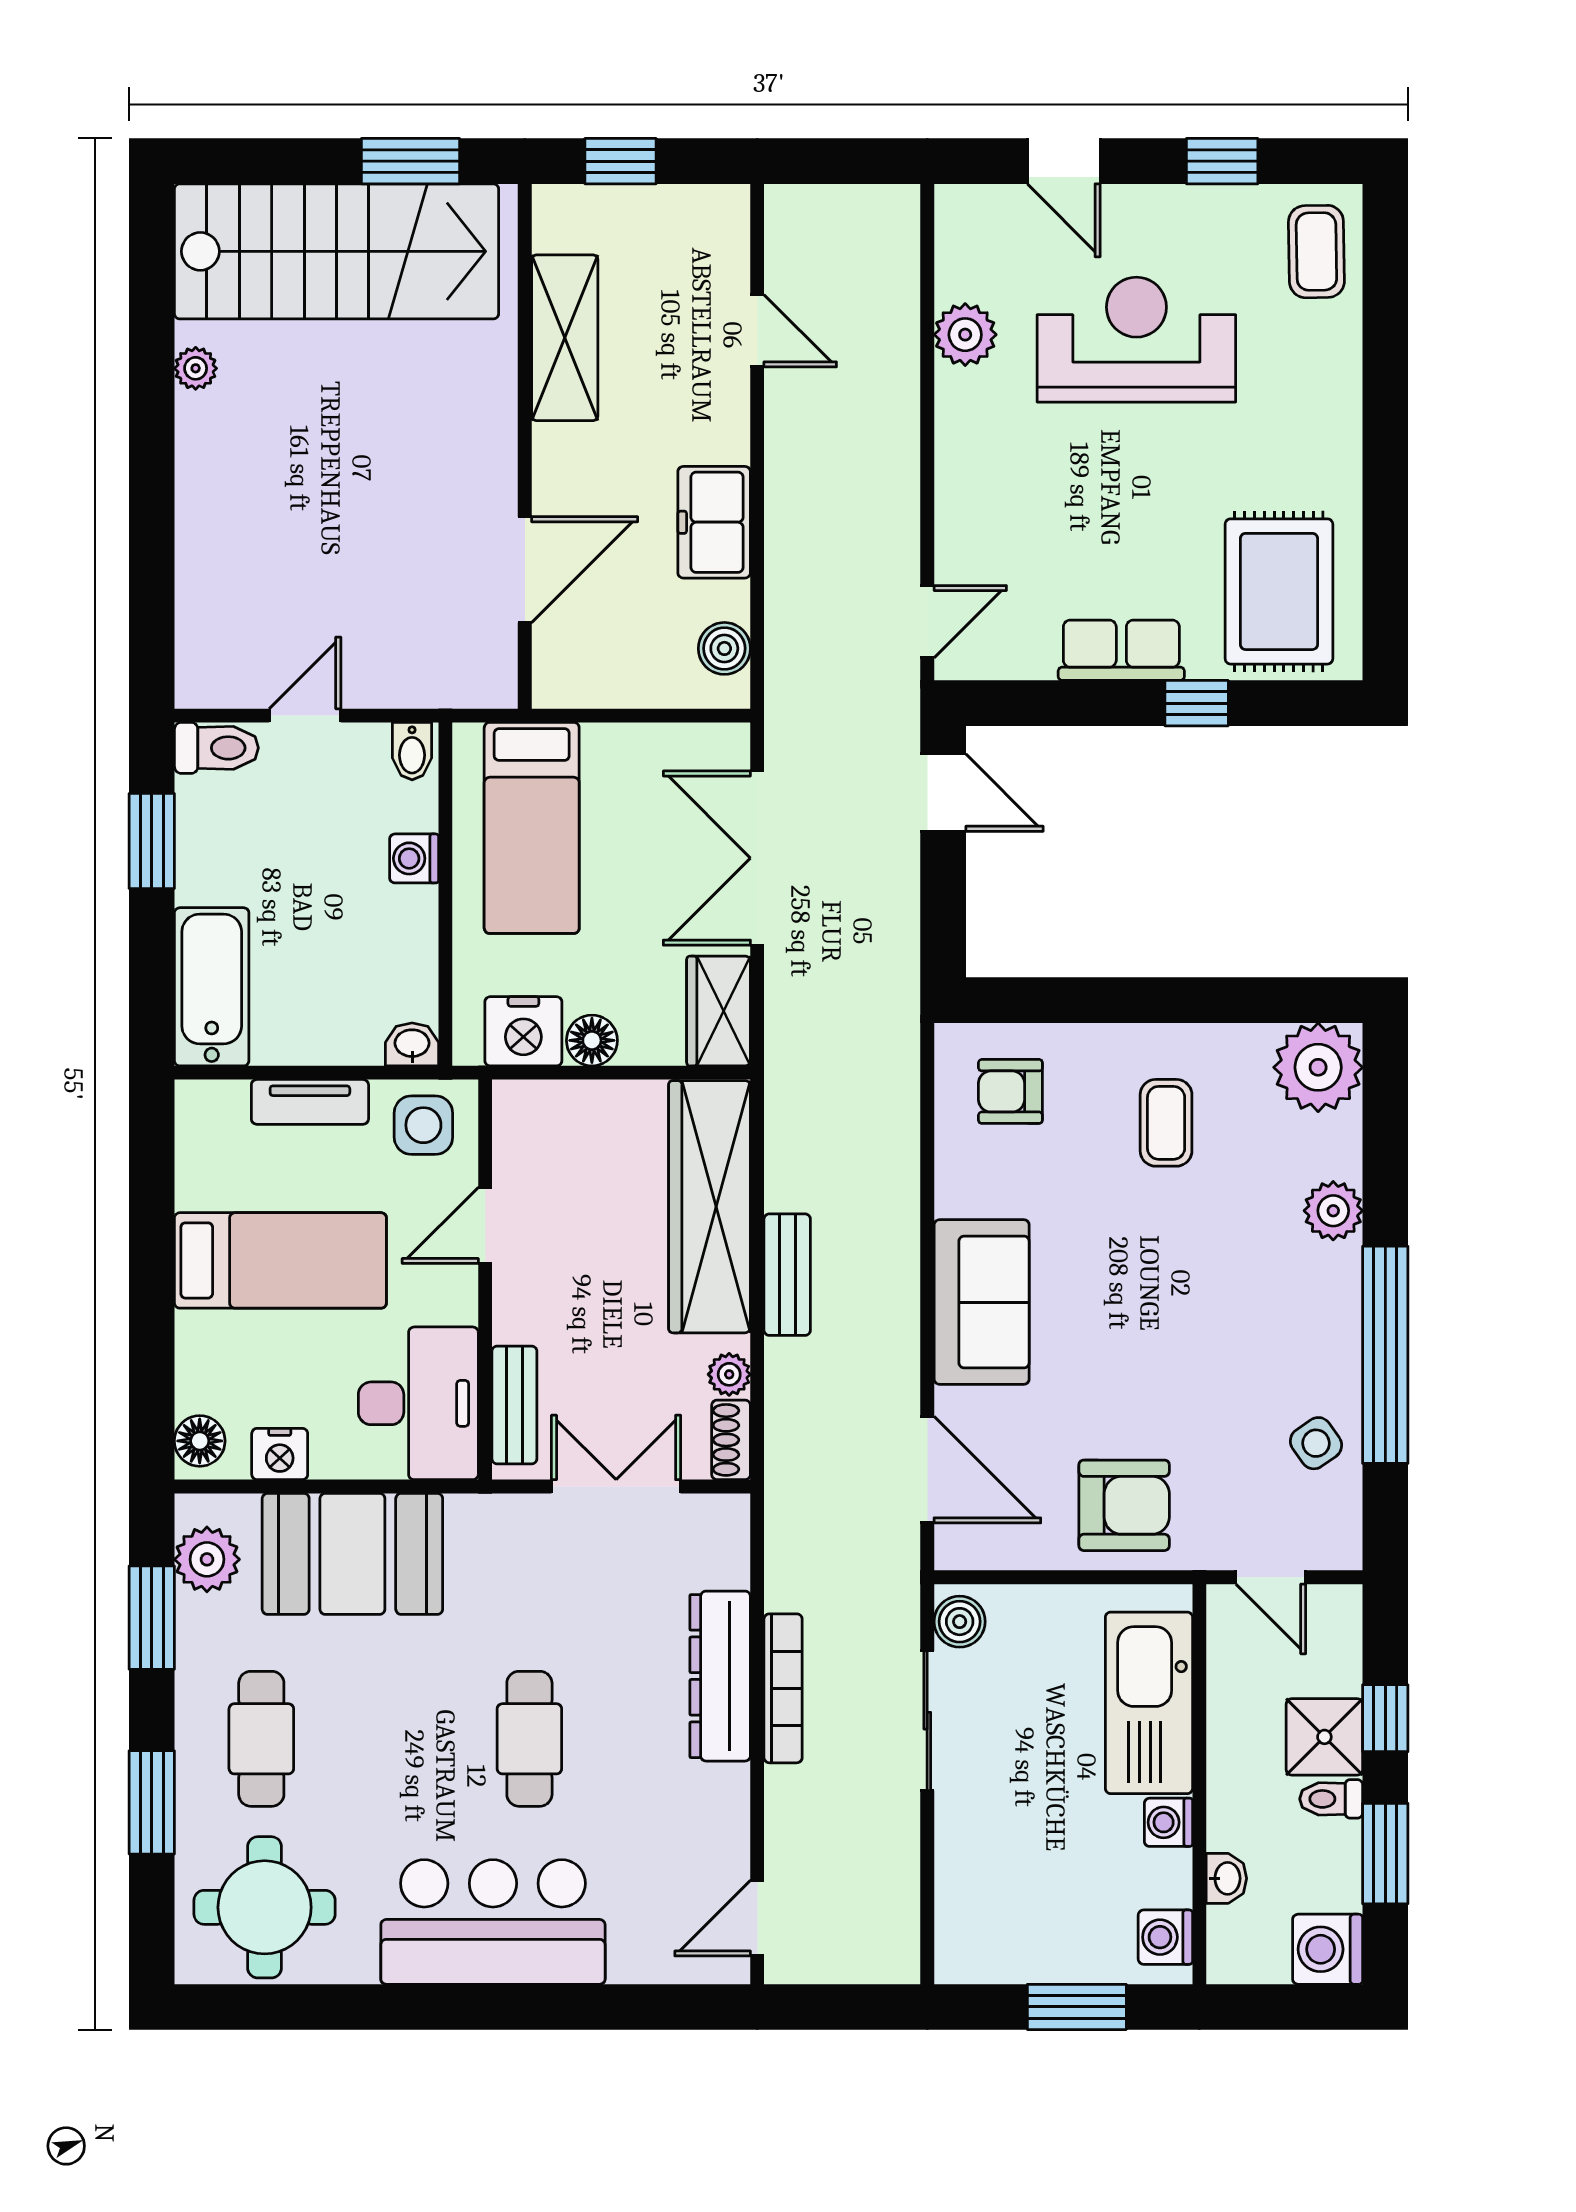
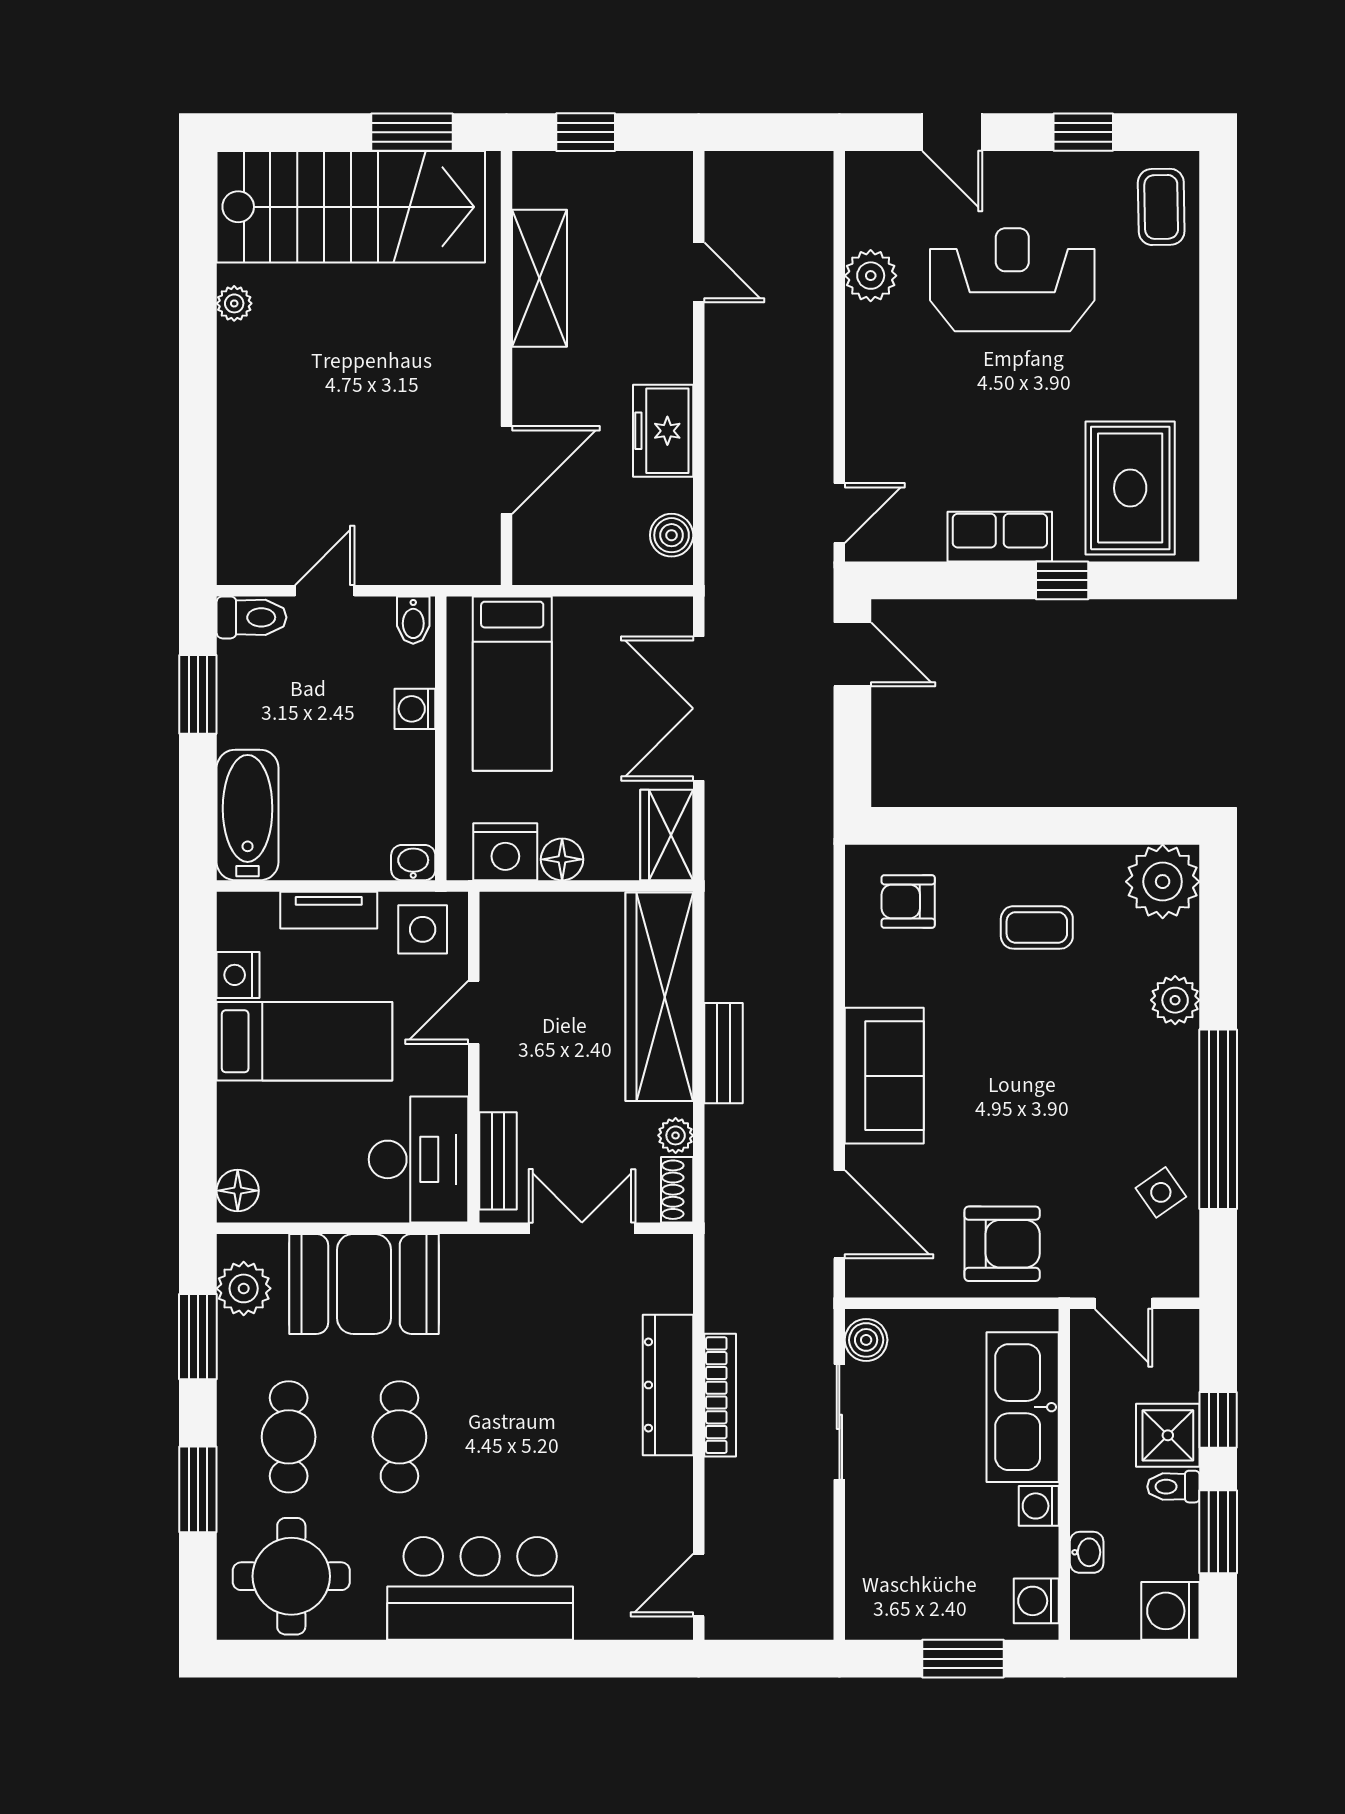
coffee table: (1166, 1123) -> (1037, 927), turned 90
nightstand: (280, 1454) -> (238, 975), moved, turned 90
cafe table: (529, 1739) -> (399, 1437), moved

